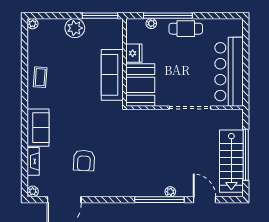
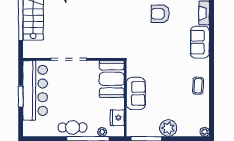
fridge: (134, 53) -> (117, 118), moved
window: (246, 65) -> (21, 96), added
sofa: (112, 75) -> (136, 93), width x0.73
armchair: (84, 161) -> (160, 14), turned -93

